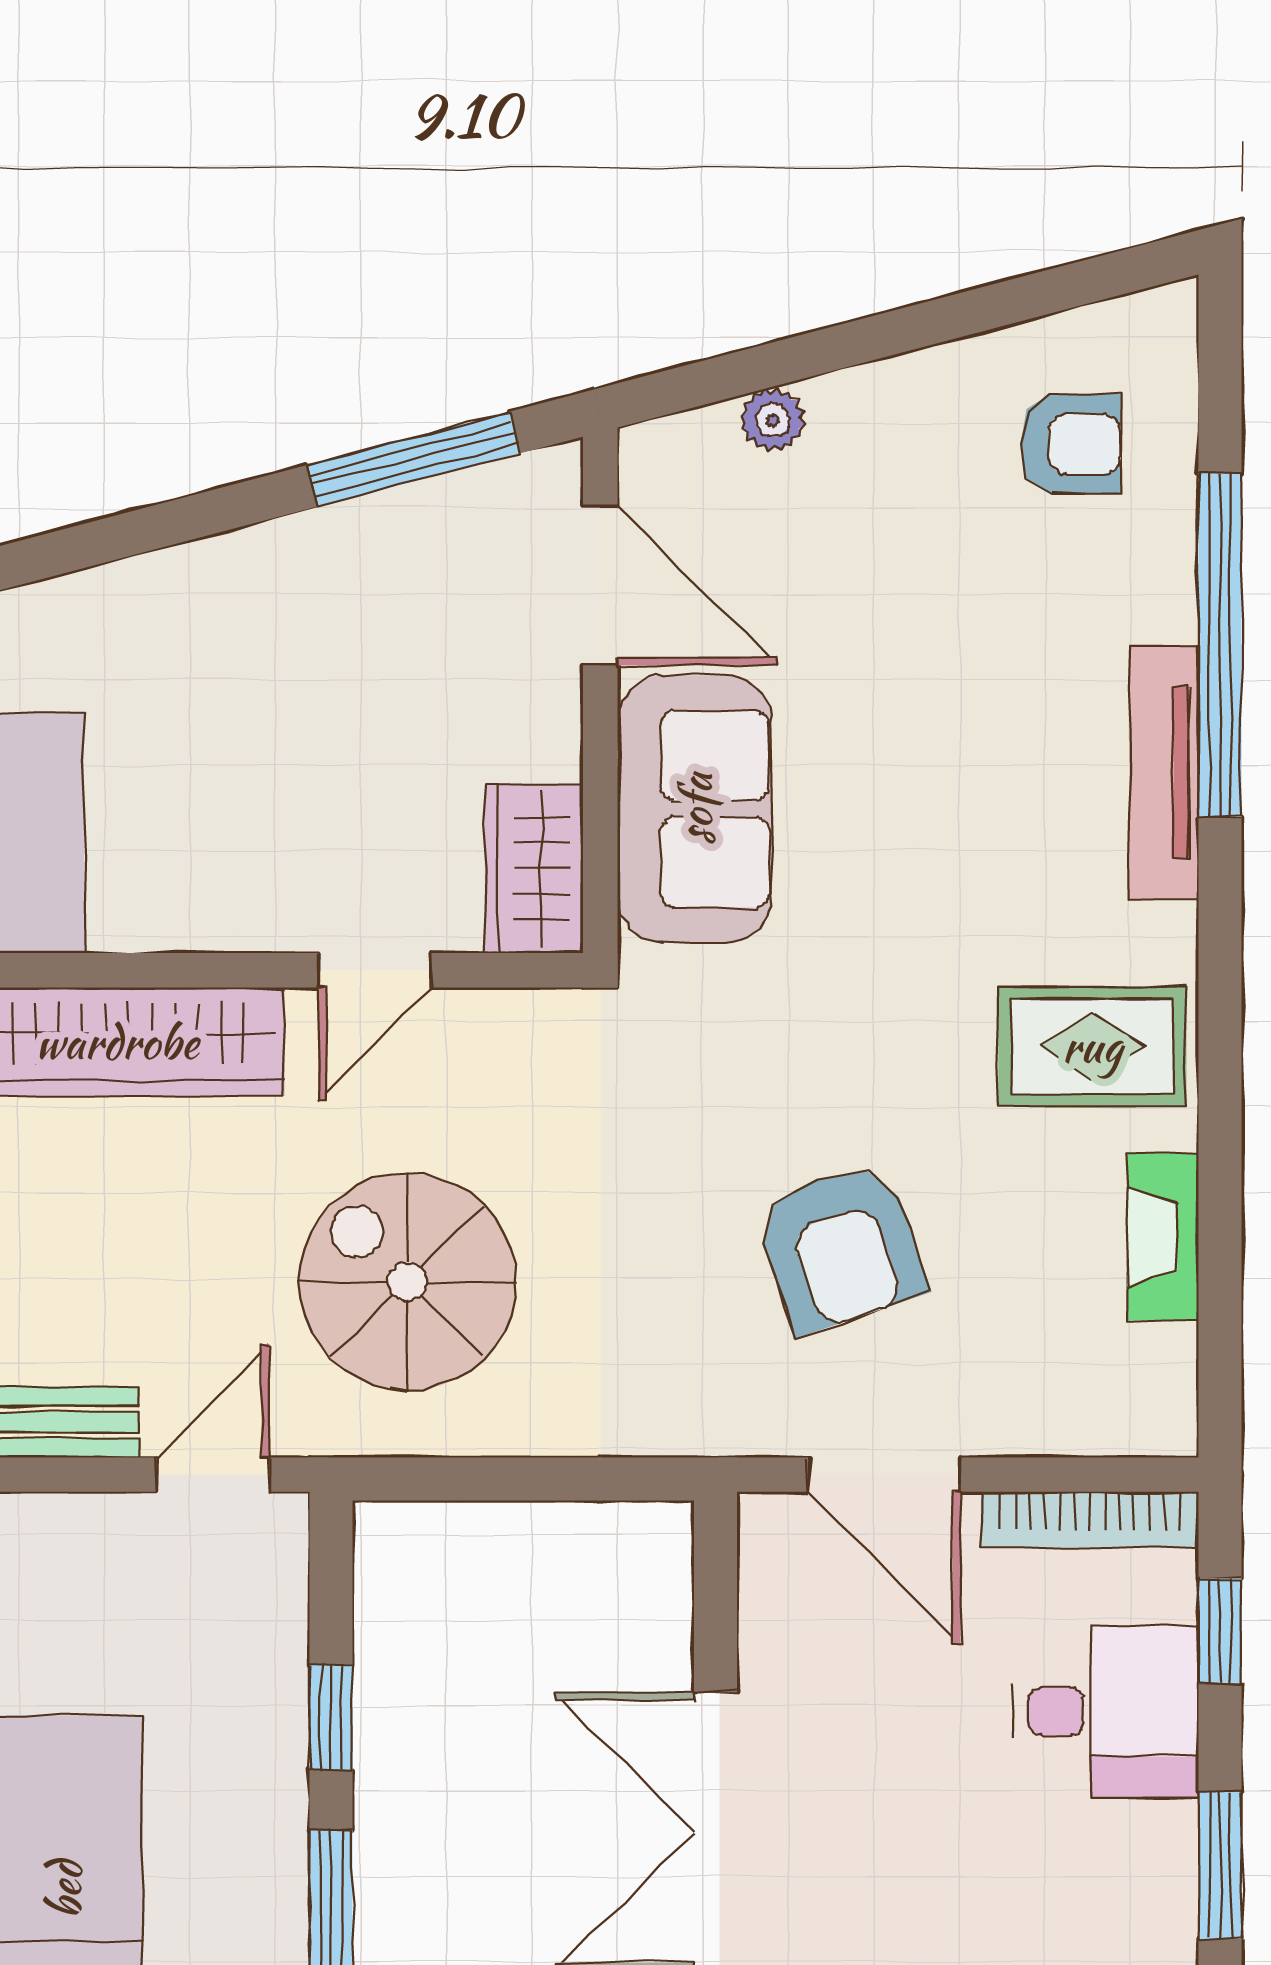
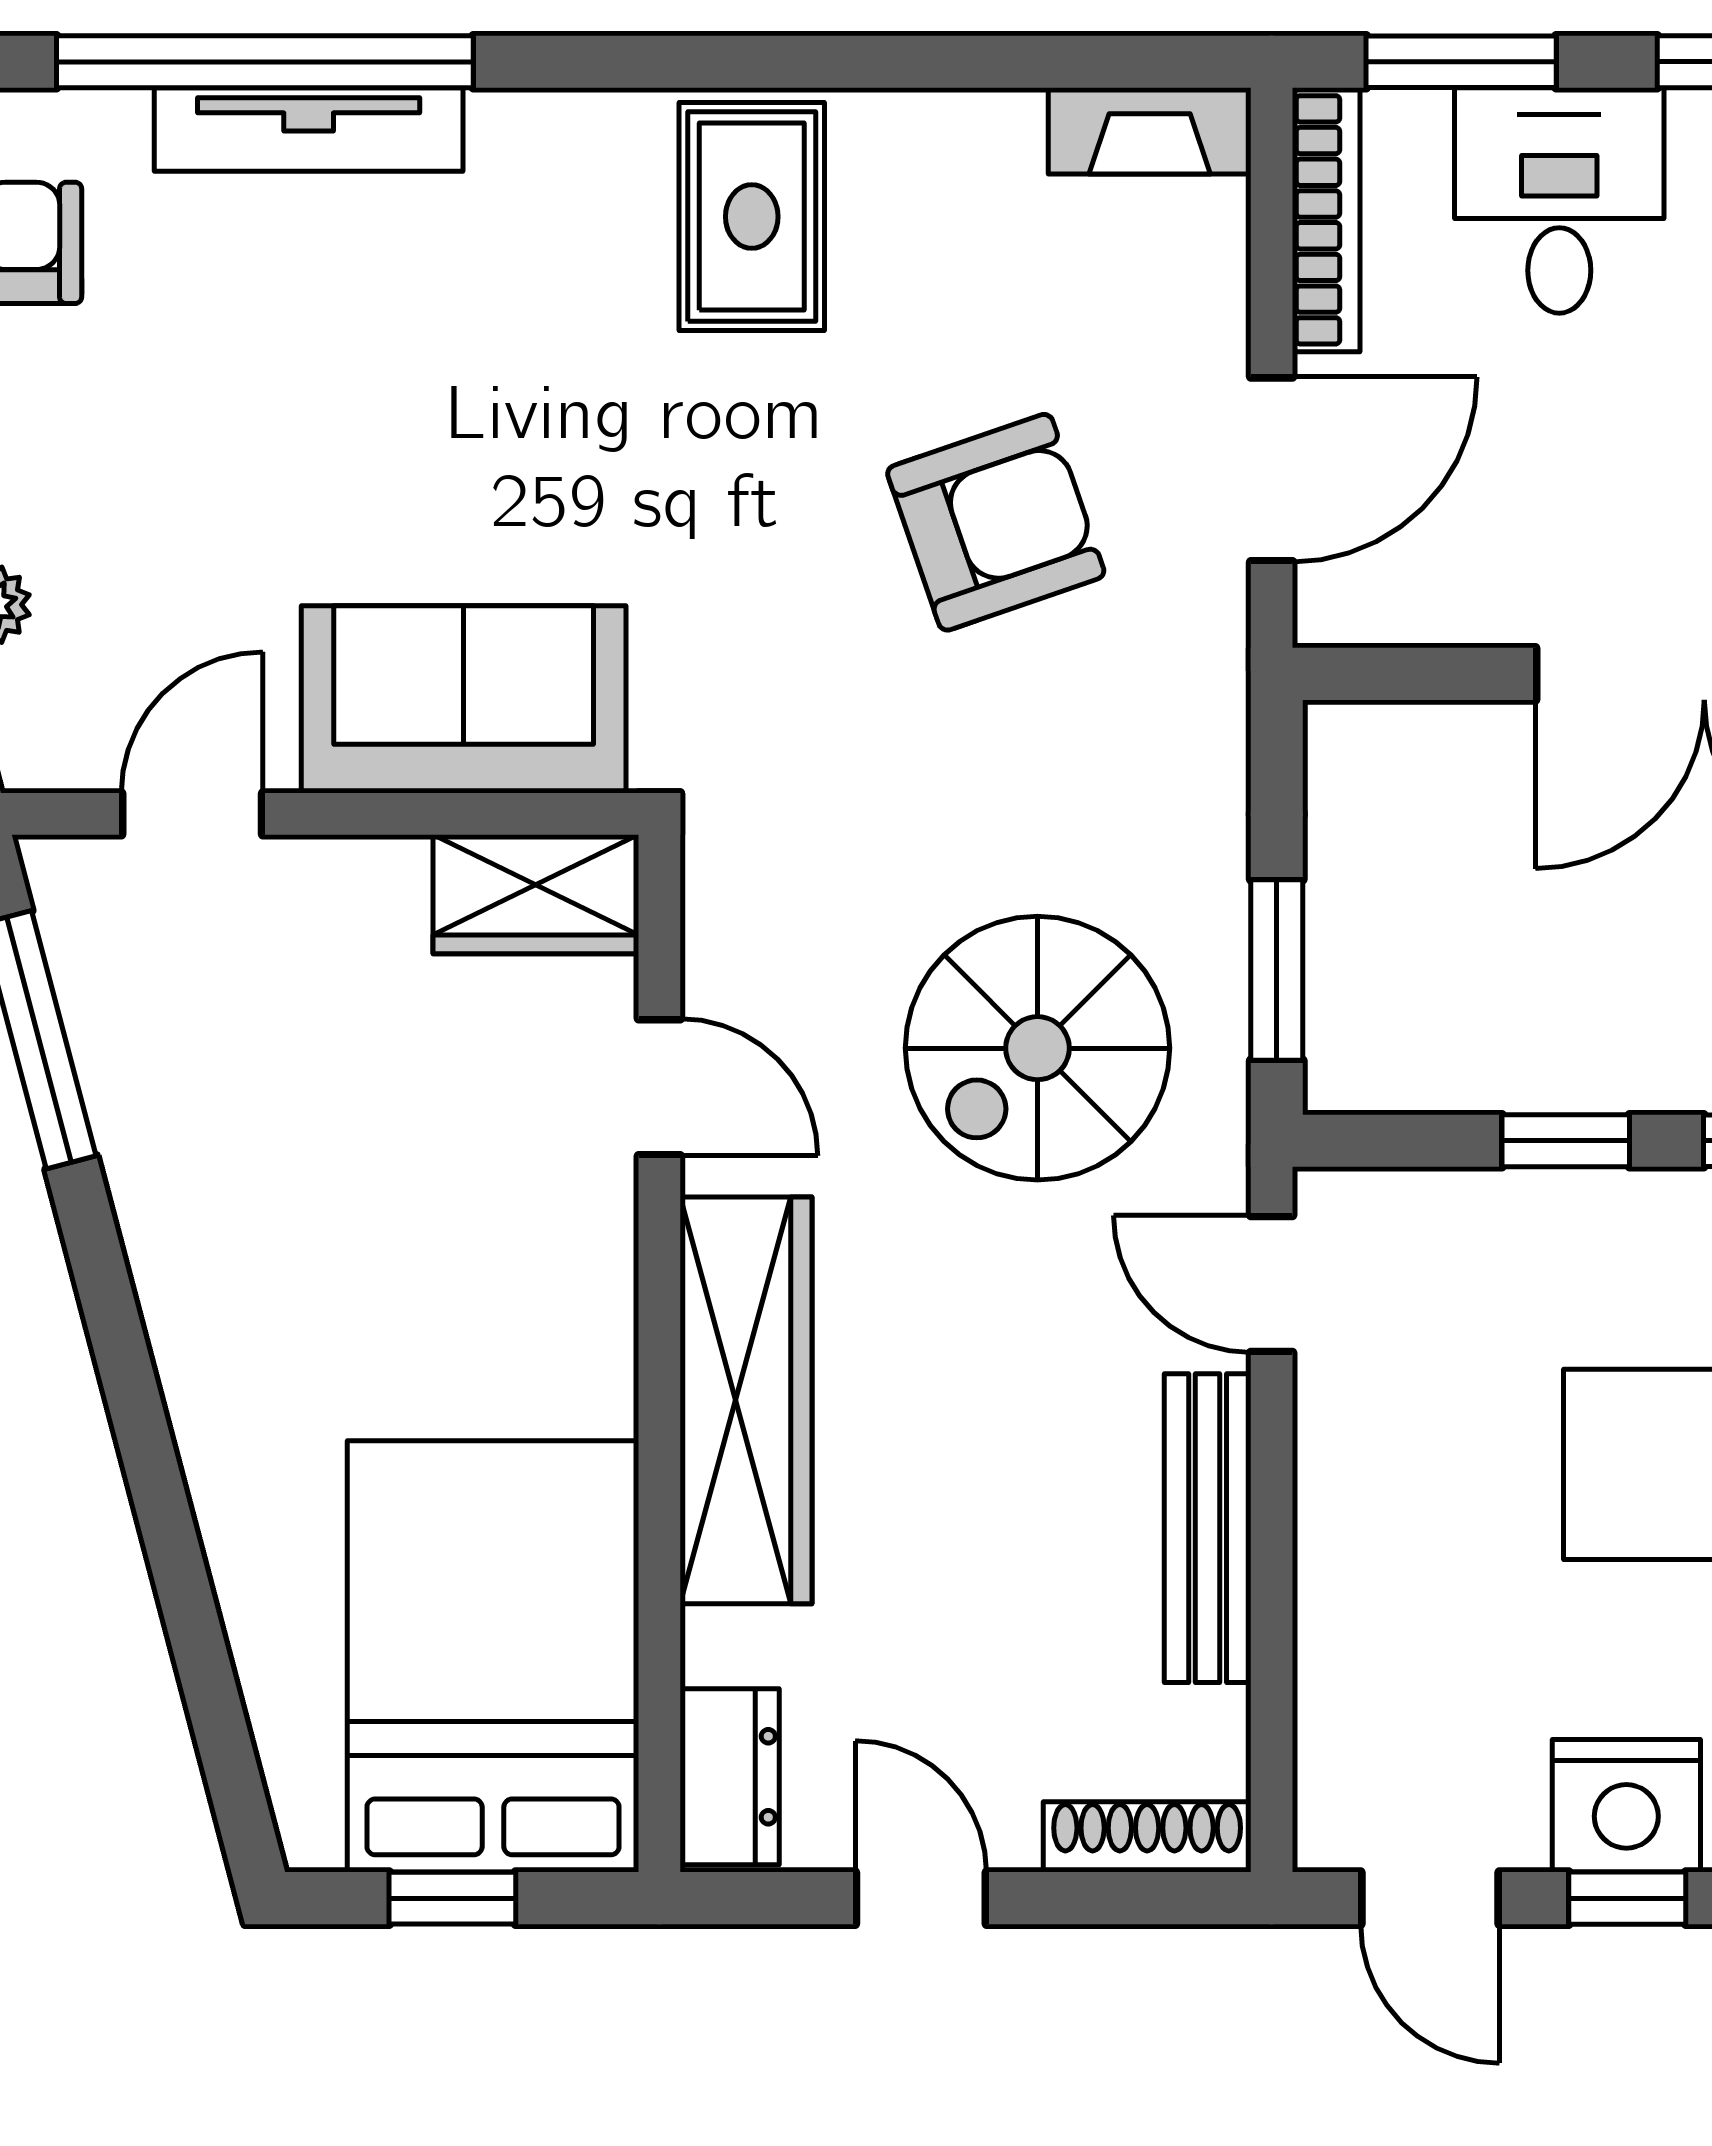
door: (600, 585) -> (192, 814), width x0.73
tv unit: (1164, 773) -> (309, 130), moved
fireplace: (1163, 1237) -> (1150, 131), moved
window: (472, 1479) -> (1277, 970), added
window: (1220, 1631) -> (1461, 62), width x1.50

